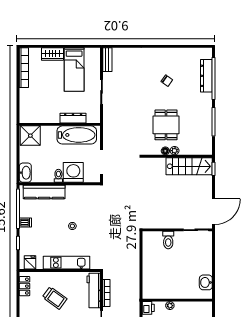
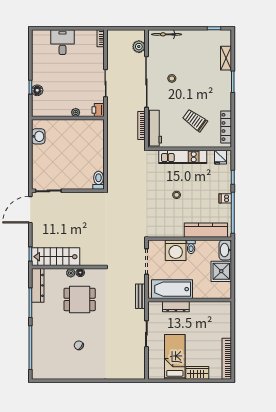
bench: (107, 60) -> (140, 296), moved
dresser: (206, 76) -> (38, 285), moved
dining table: (166, 125) -> (80, 299), turned 90
shower: (30, 136) -> (221, 271), moved
toilet: (168, 240) -> (99, 180), moved
locker: (25, 286) -> (226, 127), width x1.53

